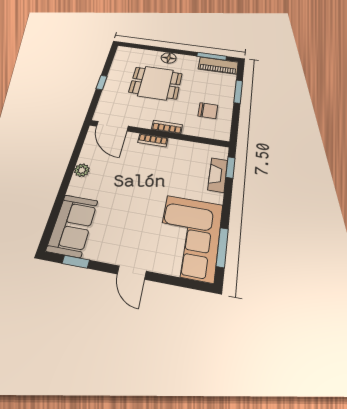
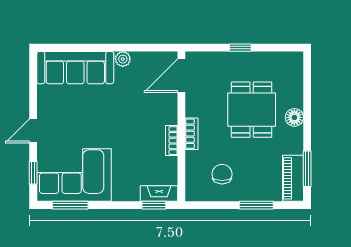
chair: (208, 111) -> (222, 174), turned 180
bookcase: (153, 140) -> (172, 141), moved
fireplace: (218, 175) -> (159, 193), moved
sofa: (73, 225) -> (75, 68), width x1.36
window: (76, 262) -> (33, 173), moved

